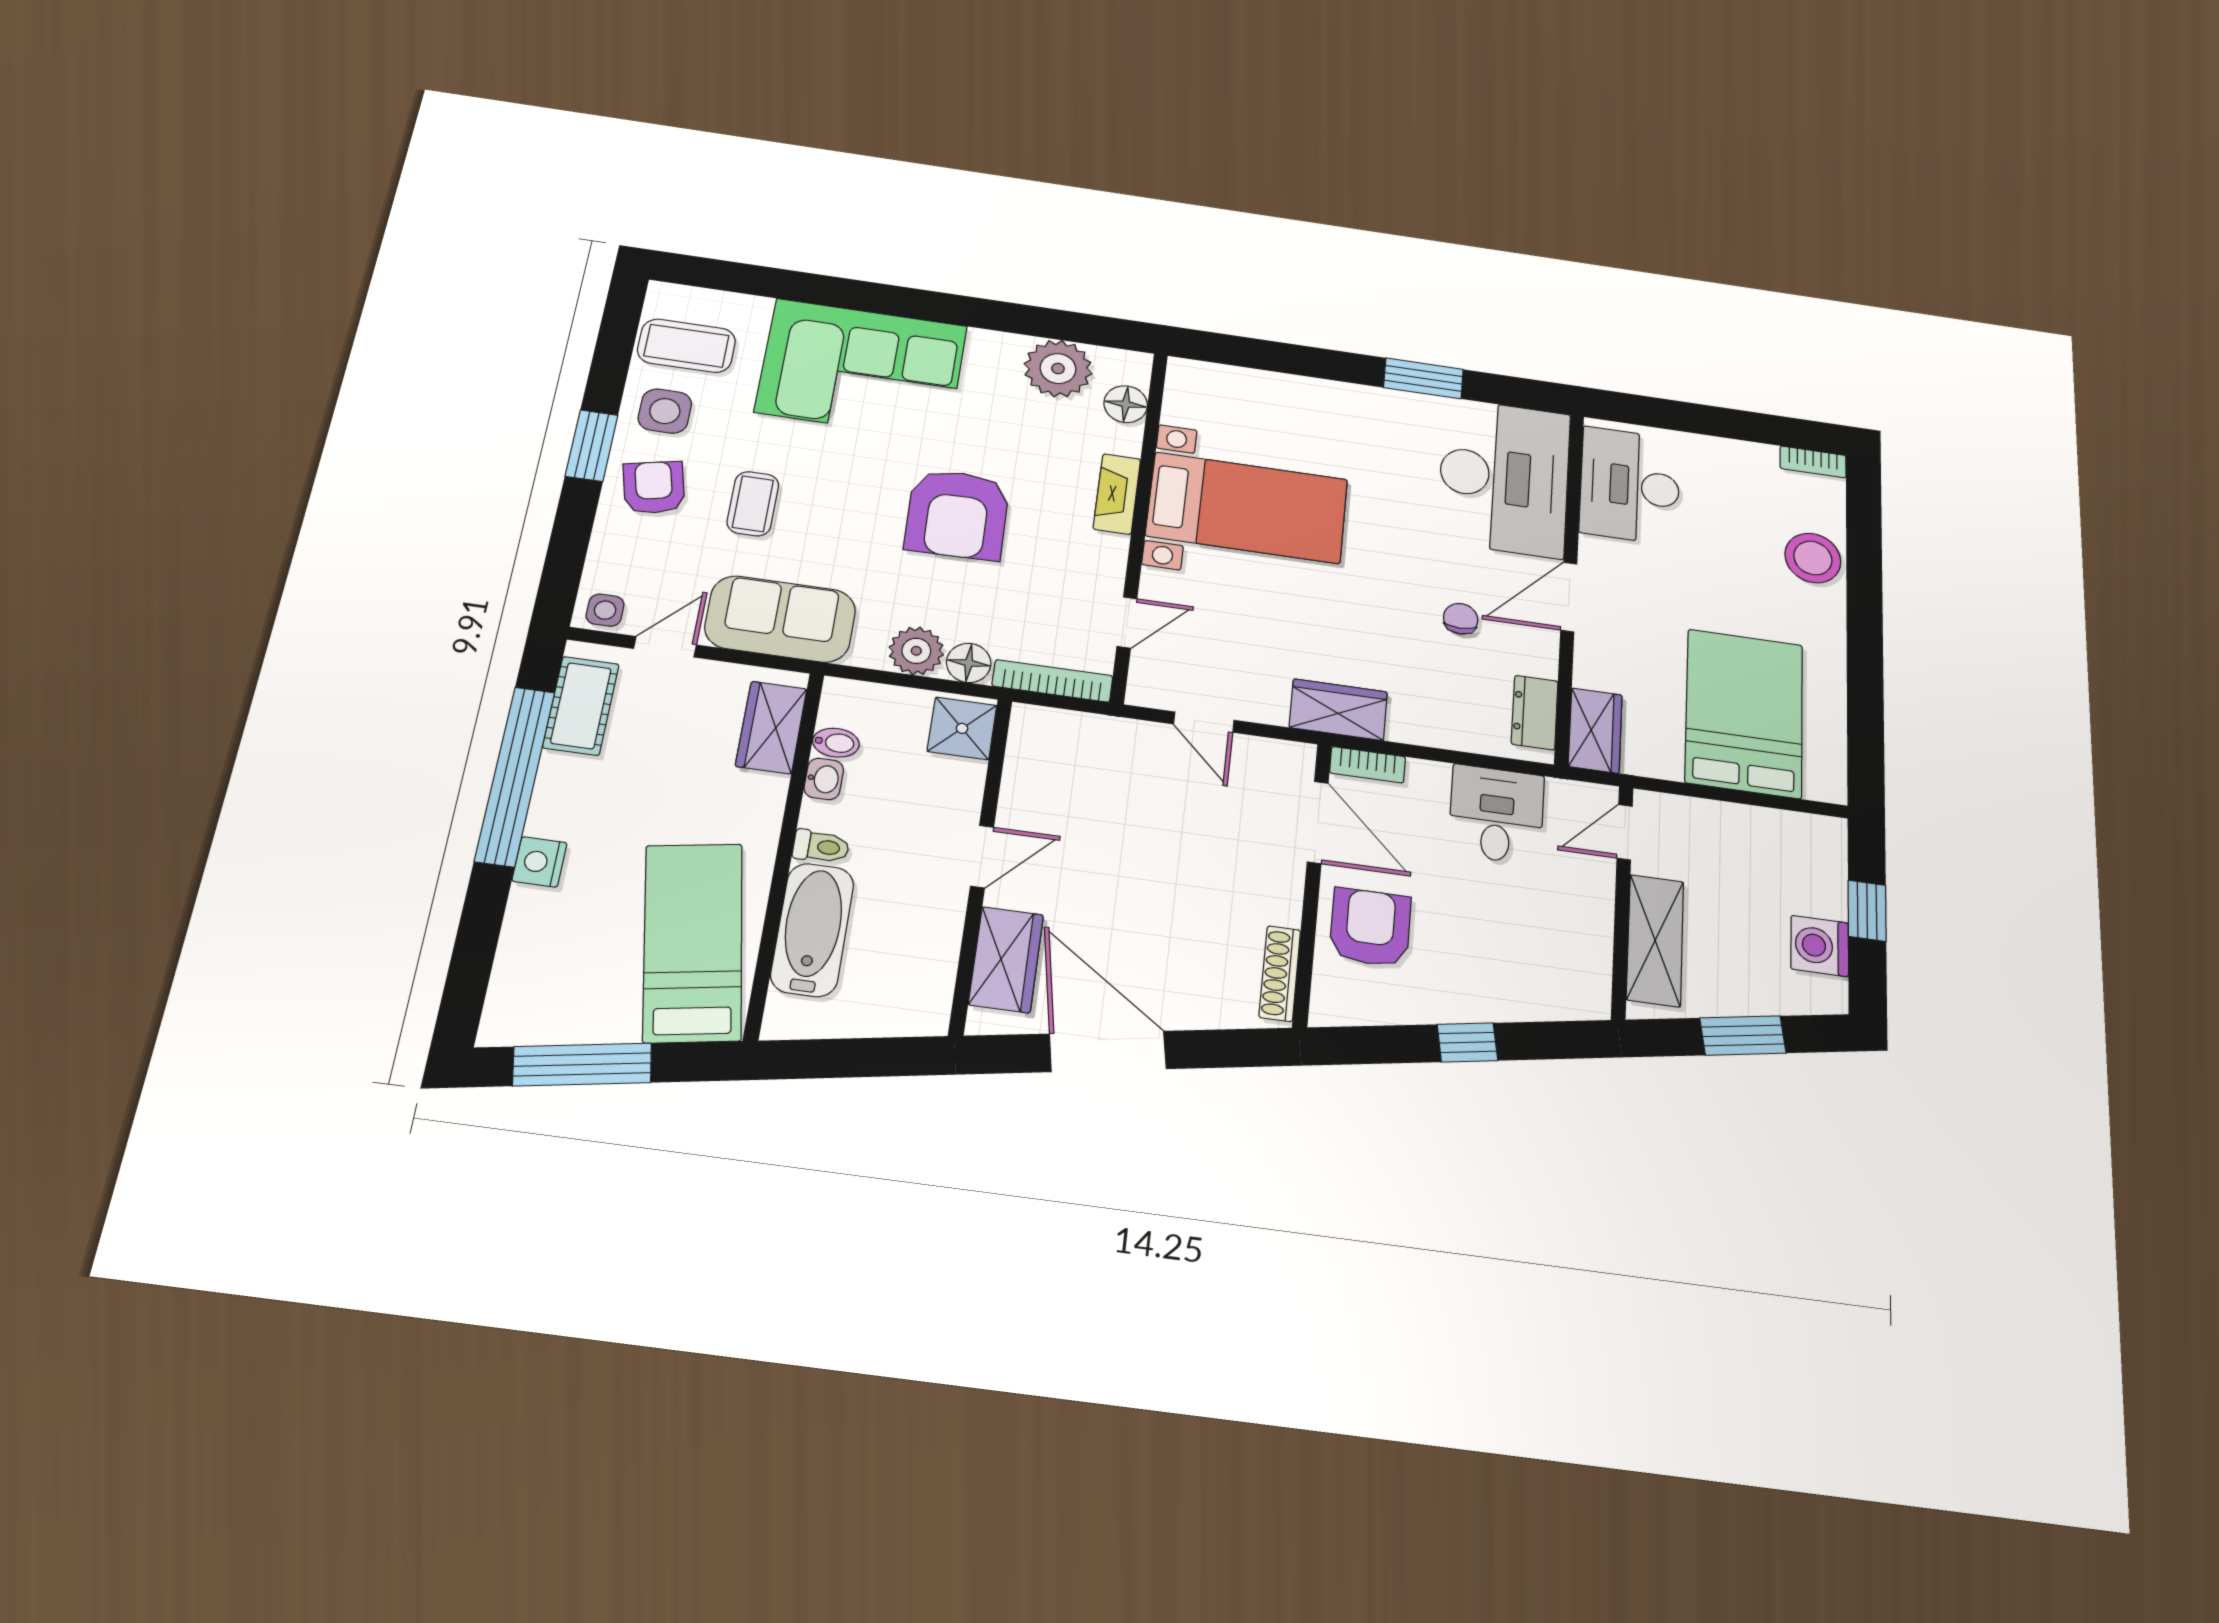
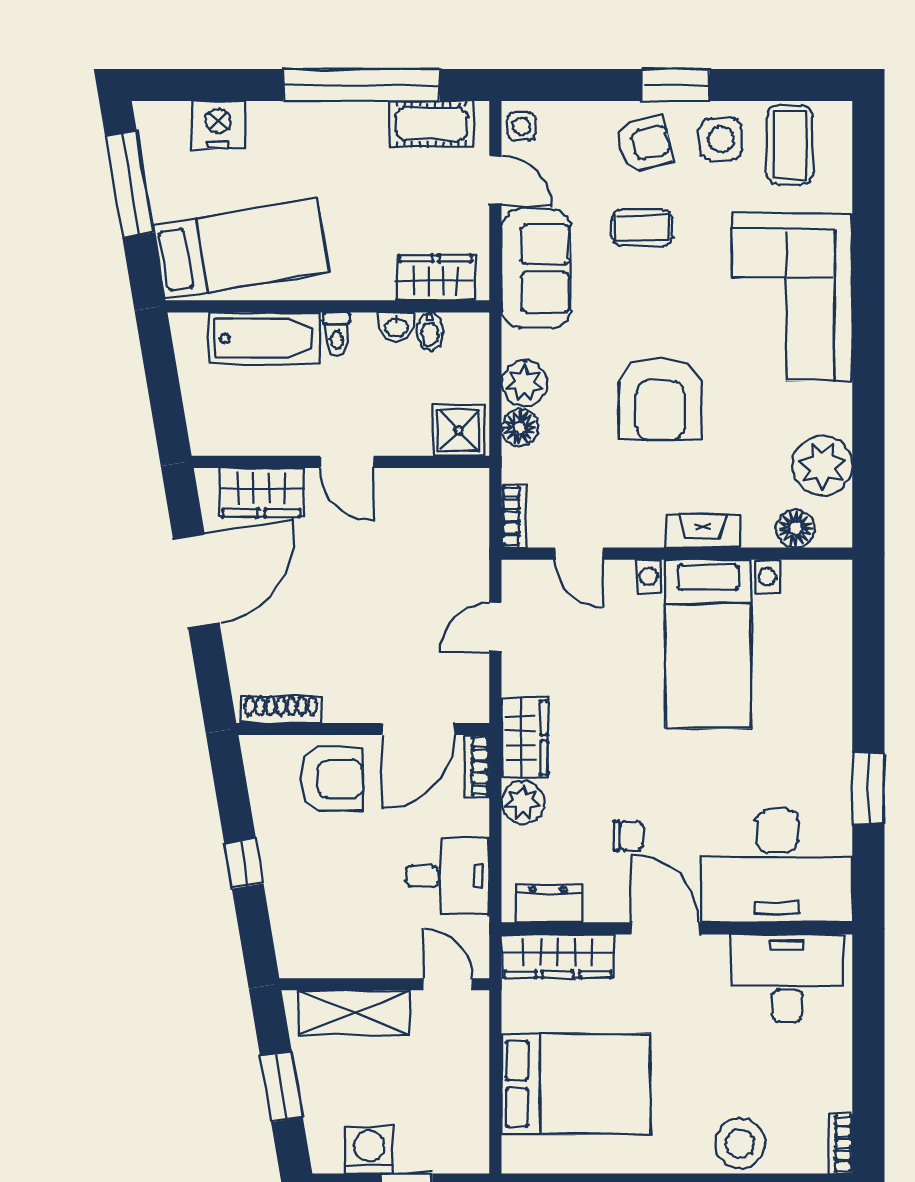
armchair: (957, 514) -> (660, 399), turned -89
bookcase: (1052, 681) -> (514, 516), width x0.64
plant: (1414, 722) -> (523, 803), added
wardrobe: (1595, 731) -> (558, 956), width x1.50
nightstand: (539, 862) -> (218, 125), moved, width x1.36, depth x1.33

